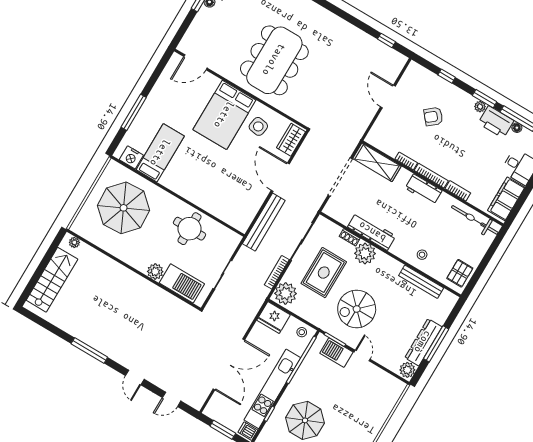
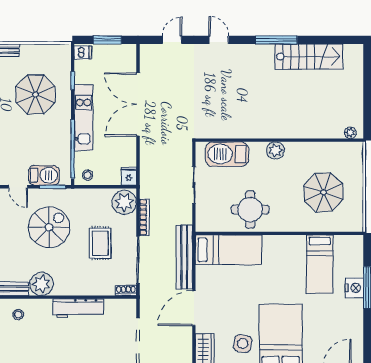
nightstand: (131, 157) -> (354, 288), moved, turned 90
door: (280, 177) -> (194, 308), swing flipped
bed: (225, 207) -> (229, 250), added
parasol: (124, 208) -> (324, 192), width x0.73, depth x0.73
shoe rack: (350, 237) -> (126, 290), moved
plant: (365, 253) -> (41, 284), moved
plant: (155, 272) -> (275, 150), moved
rug: (324, 273) -> (100, 243), width x0.73, depth x0.70
stairs: (52, 280) -> (309, 57), moved, turned -90
fridge: (274, 318) -> (129, 176), width x0.53, depth x0.75
kitchen unit: (272, 389) -> (84, 118), width x0.73

